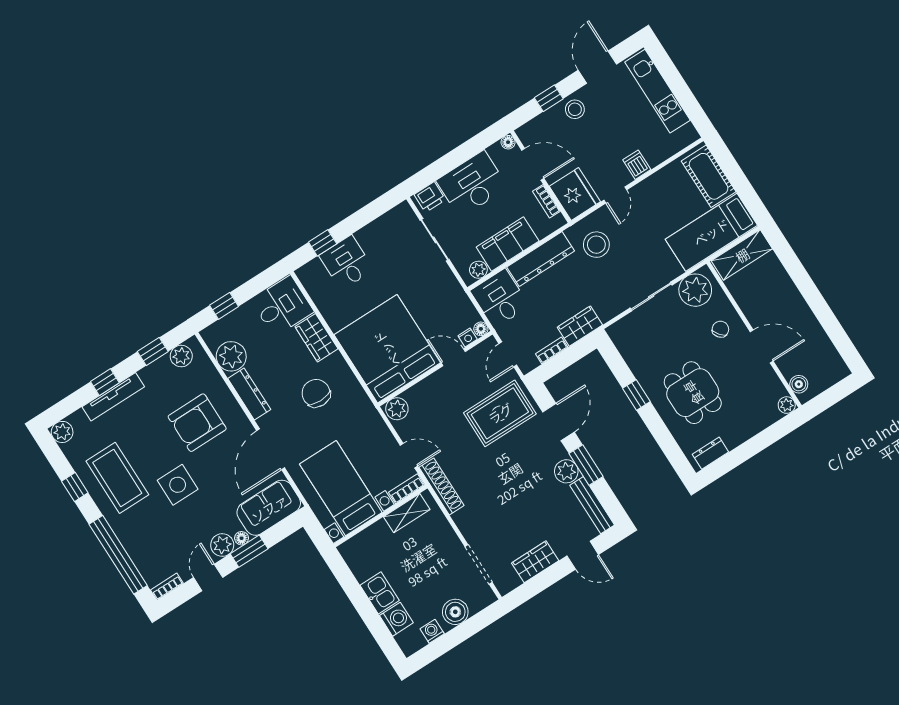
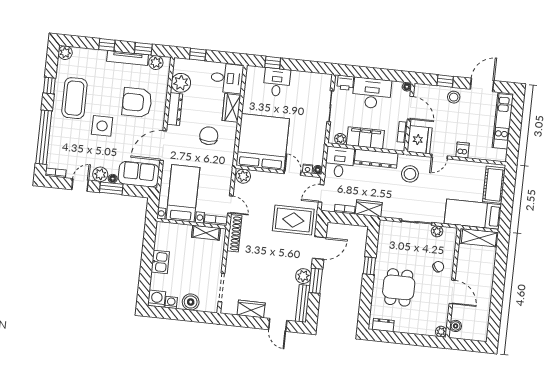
plant: (695, 290) -> (437, 231), width x0.53, depth x0.53
tv unit: (113, 397) -> (128, 58), moved
washing machine: (396, 619) -> (157, 299), moved, turned -90

